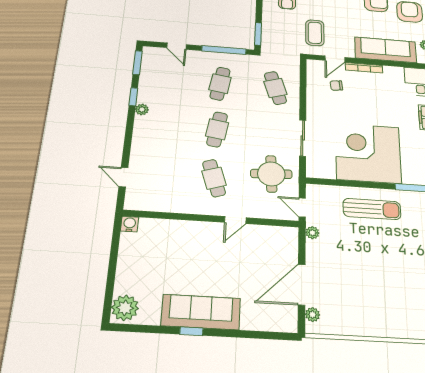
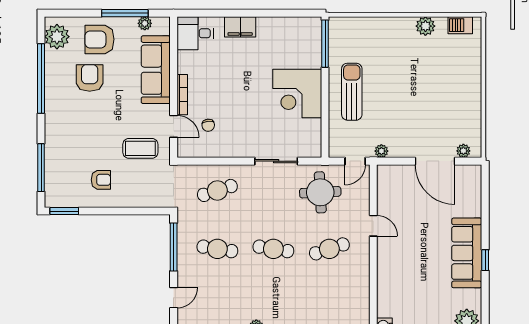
window: (258, 34) -> (148, 211), removed
corner desk: (368, 153) -> (297, 93), width x0.74, depth x0.74

